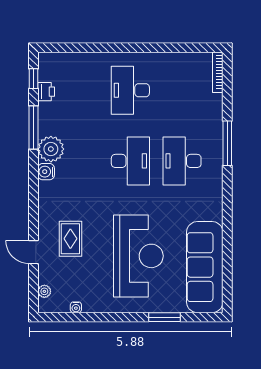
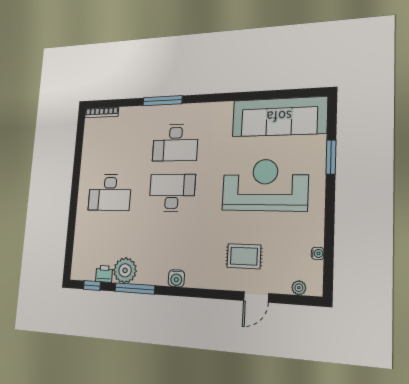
plant: (51, 149) -> (125, 270), moved

